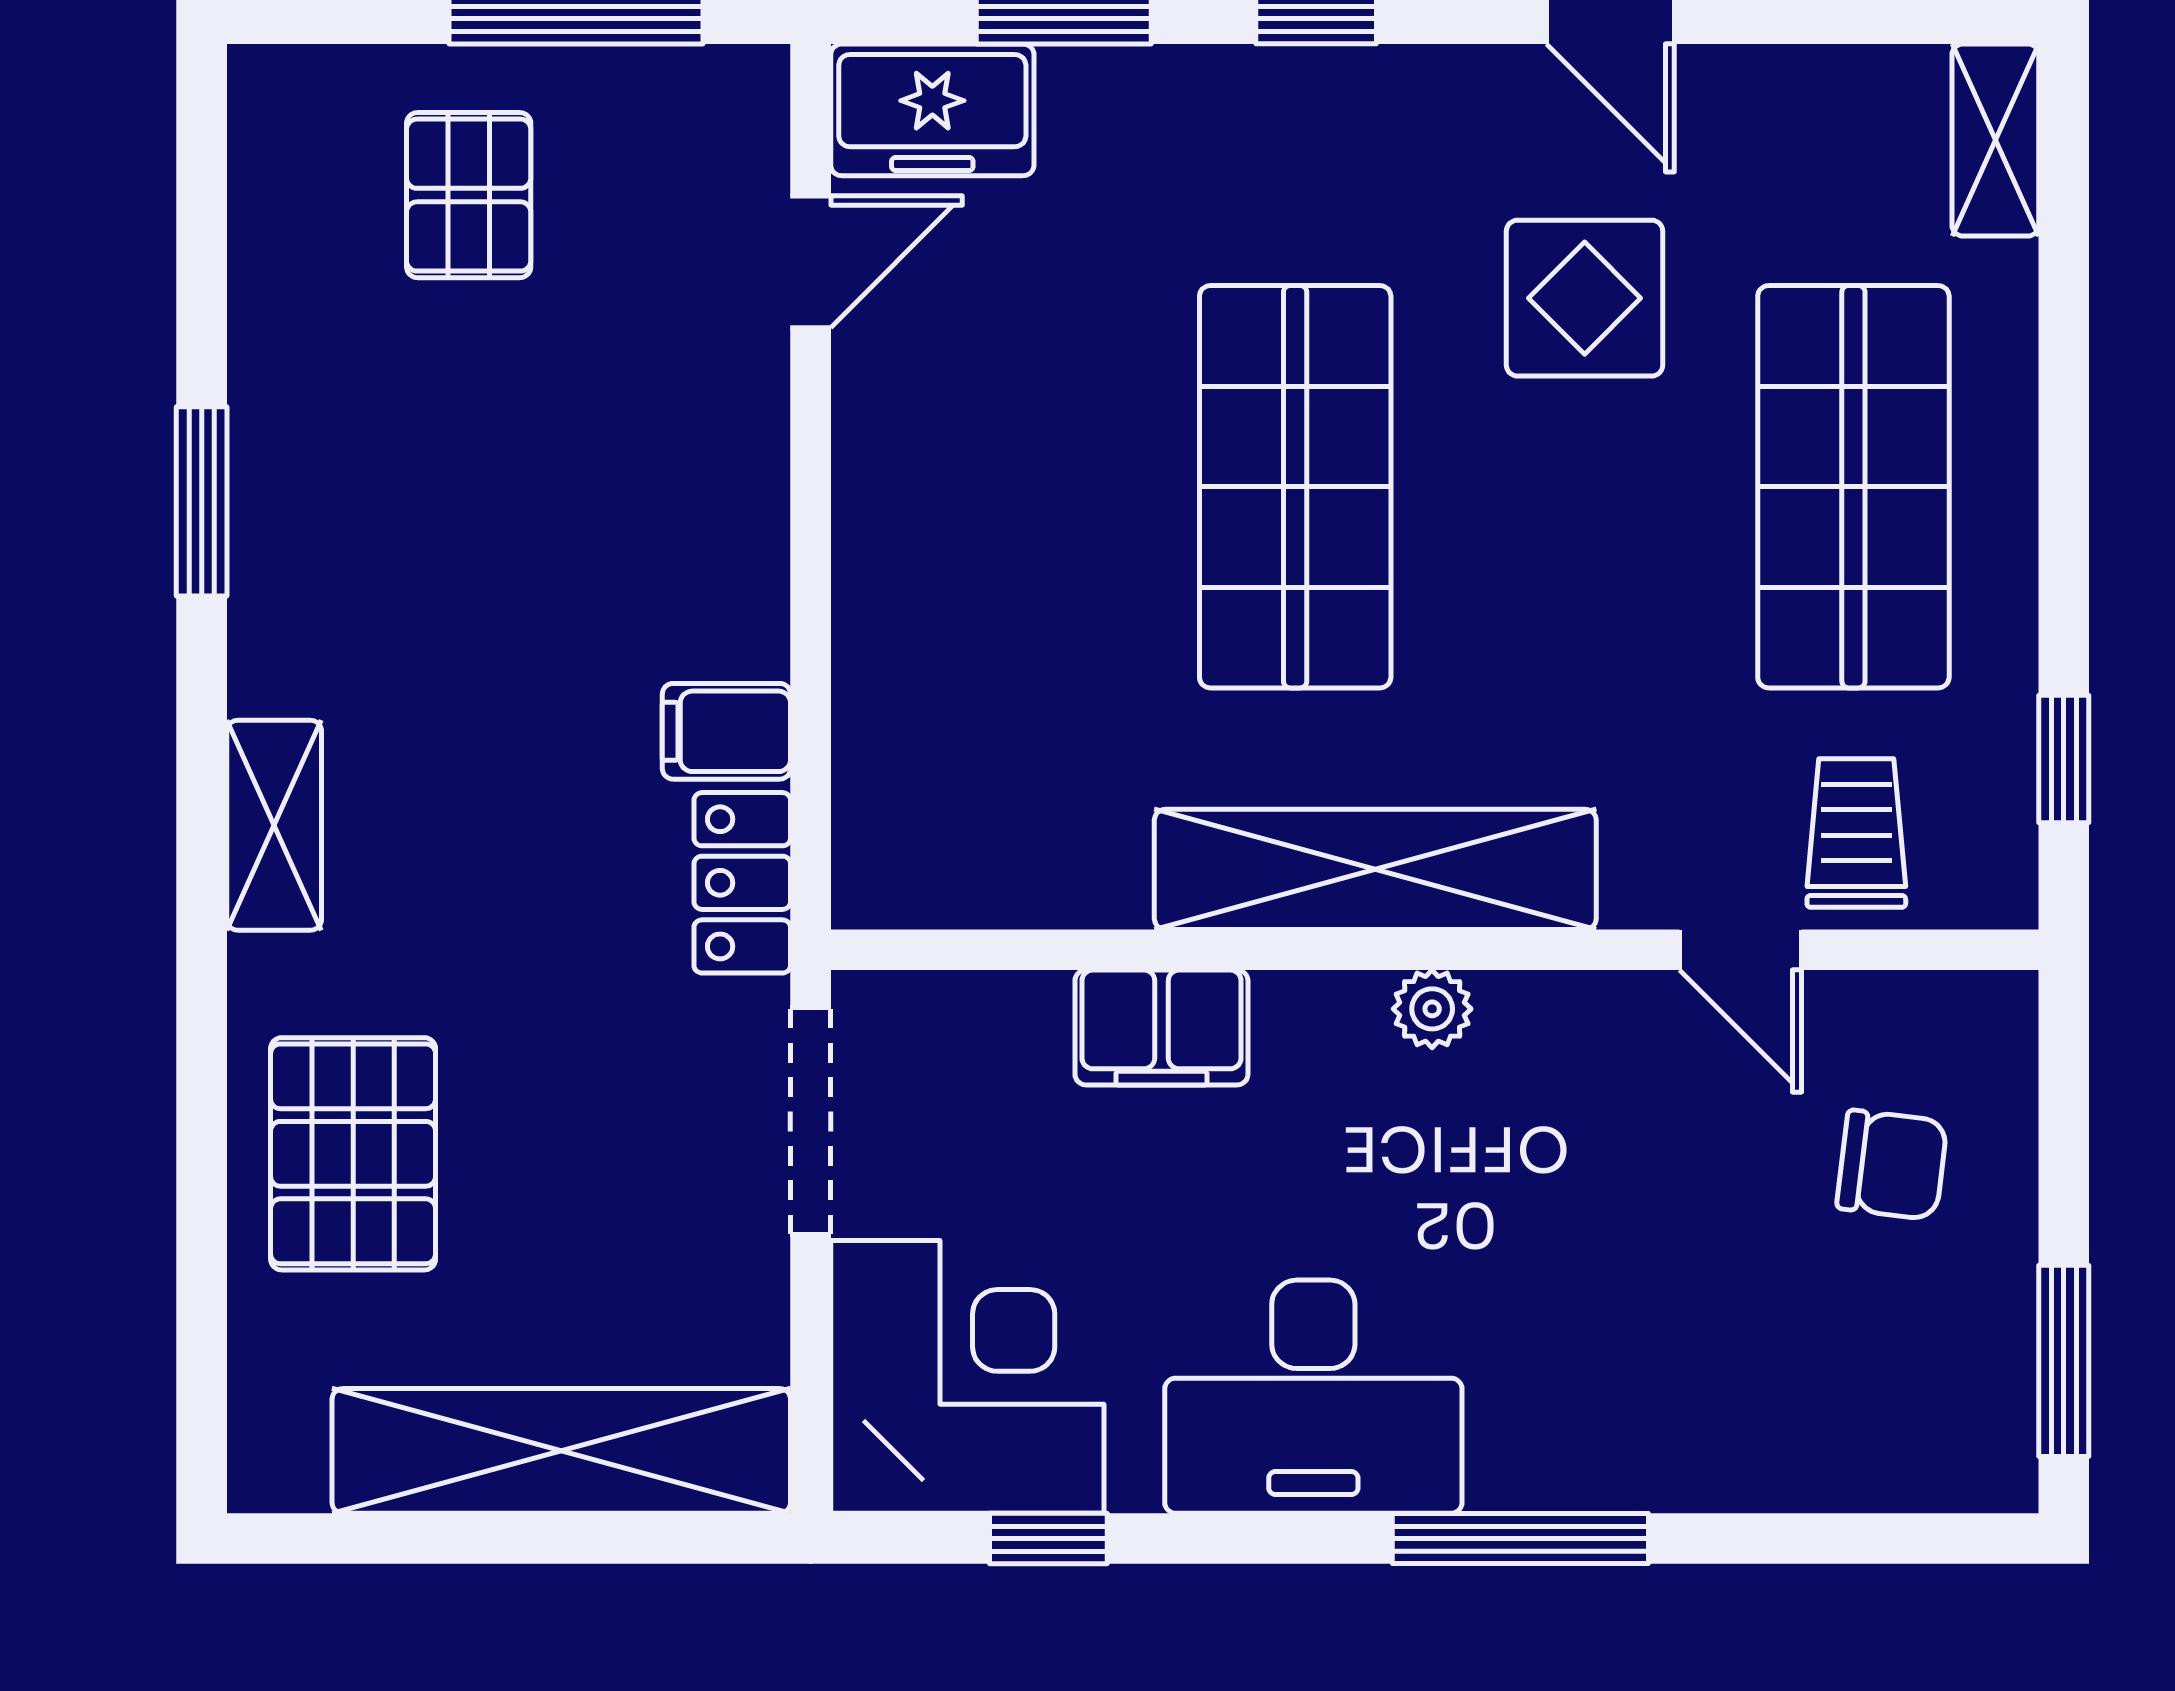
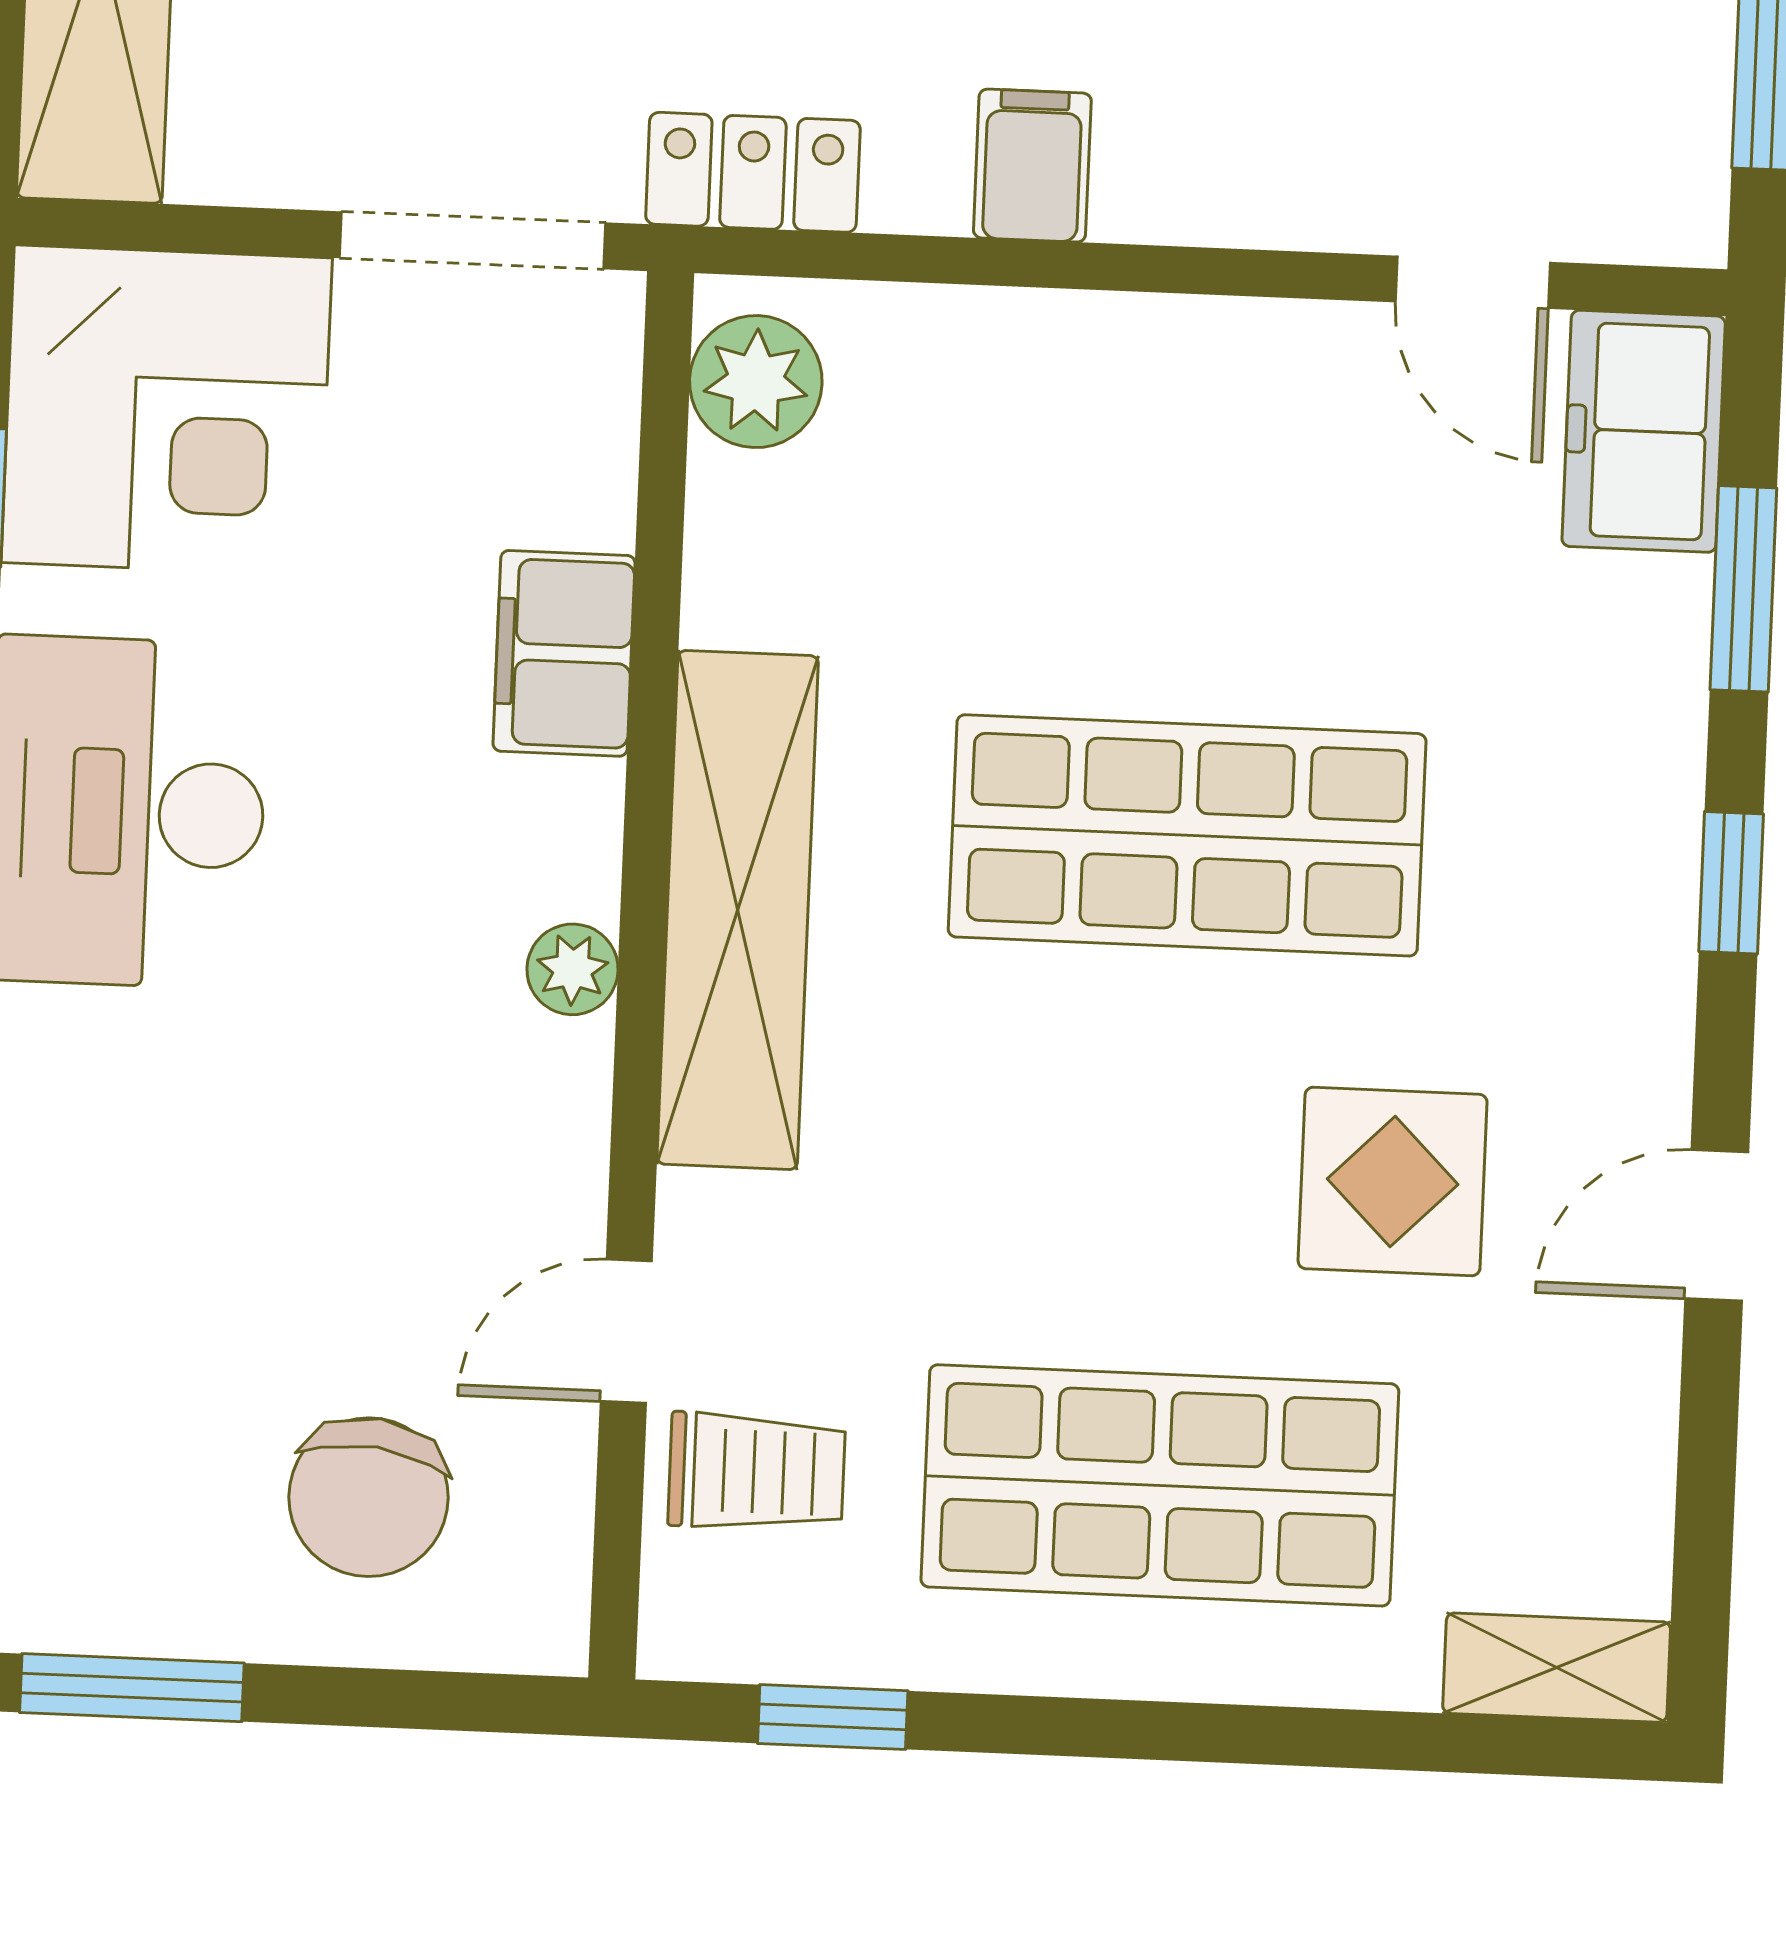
filing cabinet: (726, 731) -> (1032, 166), moved
plant: (922, 873) -> (756, 382), added
chair: (1892, 1165) -> (369, 1497), width x1.37, depth x1.37

